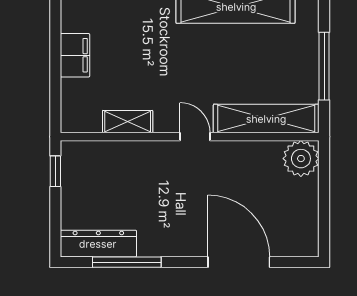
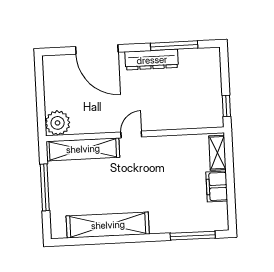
shelving: (128, 122) -> (217, 153), moved, turned 90
door: (195, 137) -> (131, 134), swing flipped
dresser: (98, 244) -> (152, 60), moved

